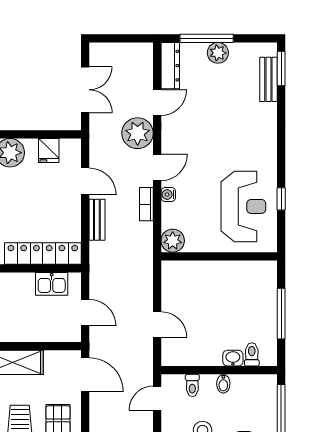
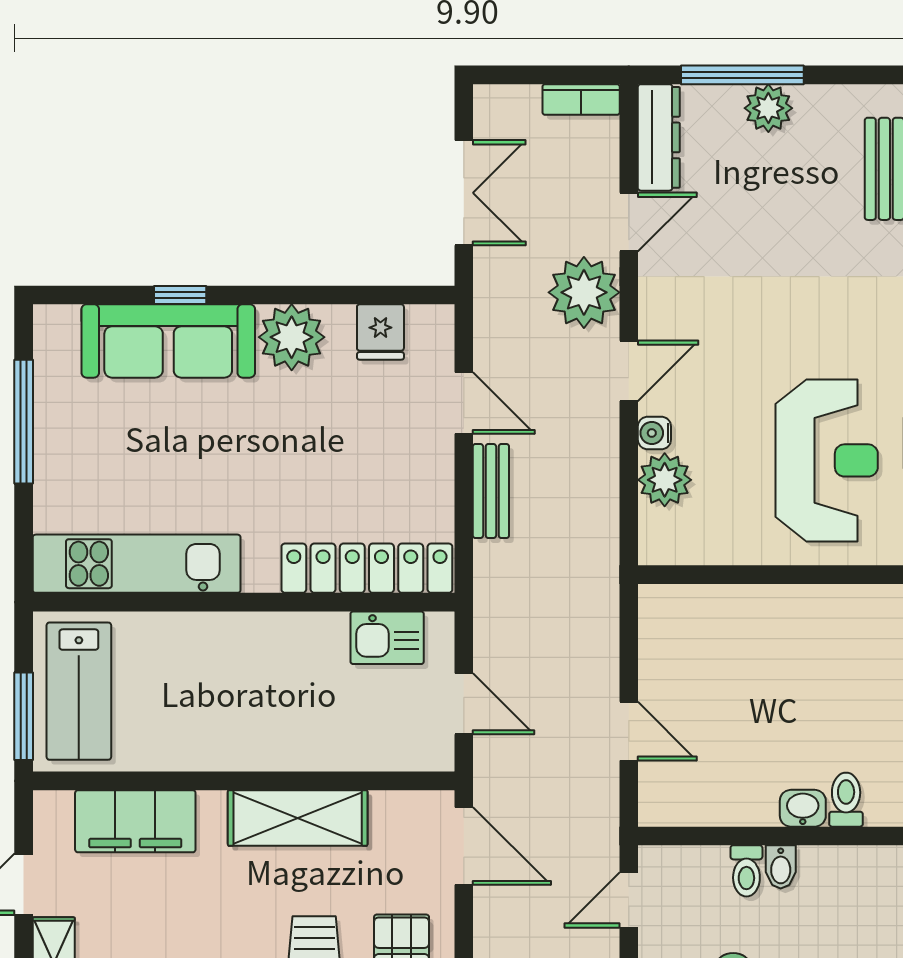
bookcase: (146, 204) -> (581, 100), moved, turned -90
plant: (173, 241) -> (665, 480), moved
toilet: (192, 385) -> (746, 871), moved

